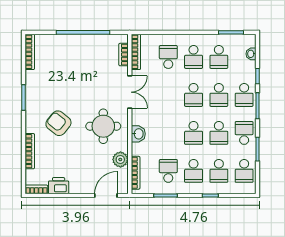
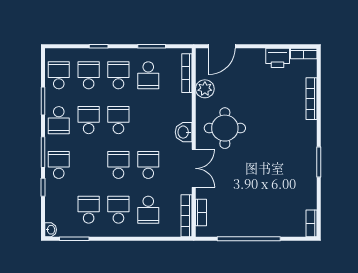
bookcase: (30, 52) -> (312, 223), width x0.64
washbasin: (251, 54) -> (51, 230), moved
double door: (130, 92) -> (194, 168), swing flipped
school desk: (219, 95) -> (148, 165), moved
armchair: (58, 123) -> (278, 132), removed
washbasin: (138, 134) -> (184, 132), moved

